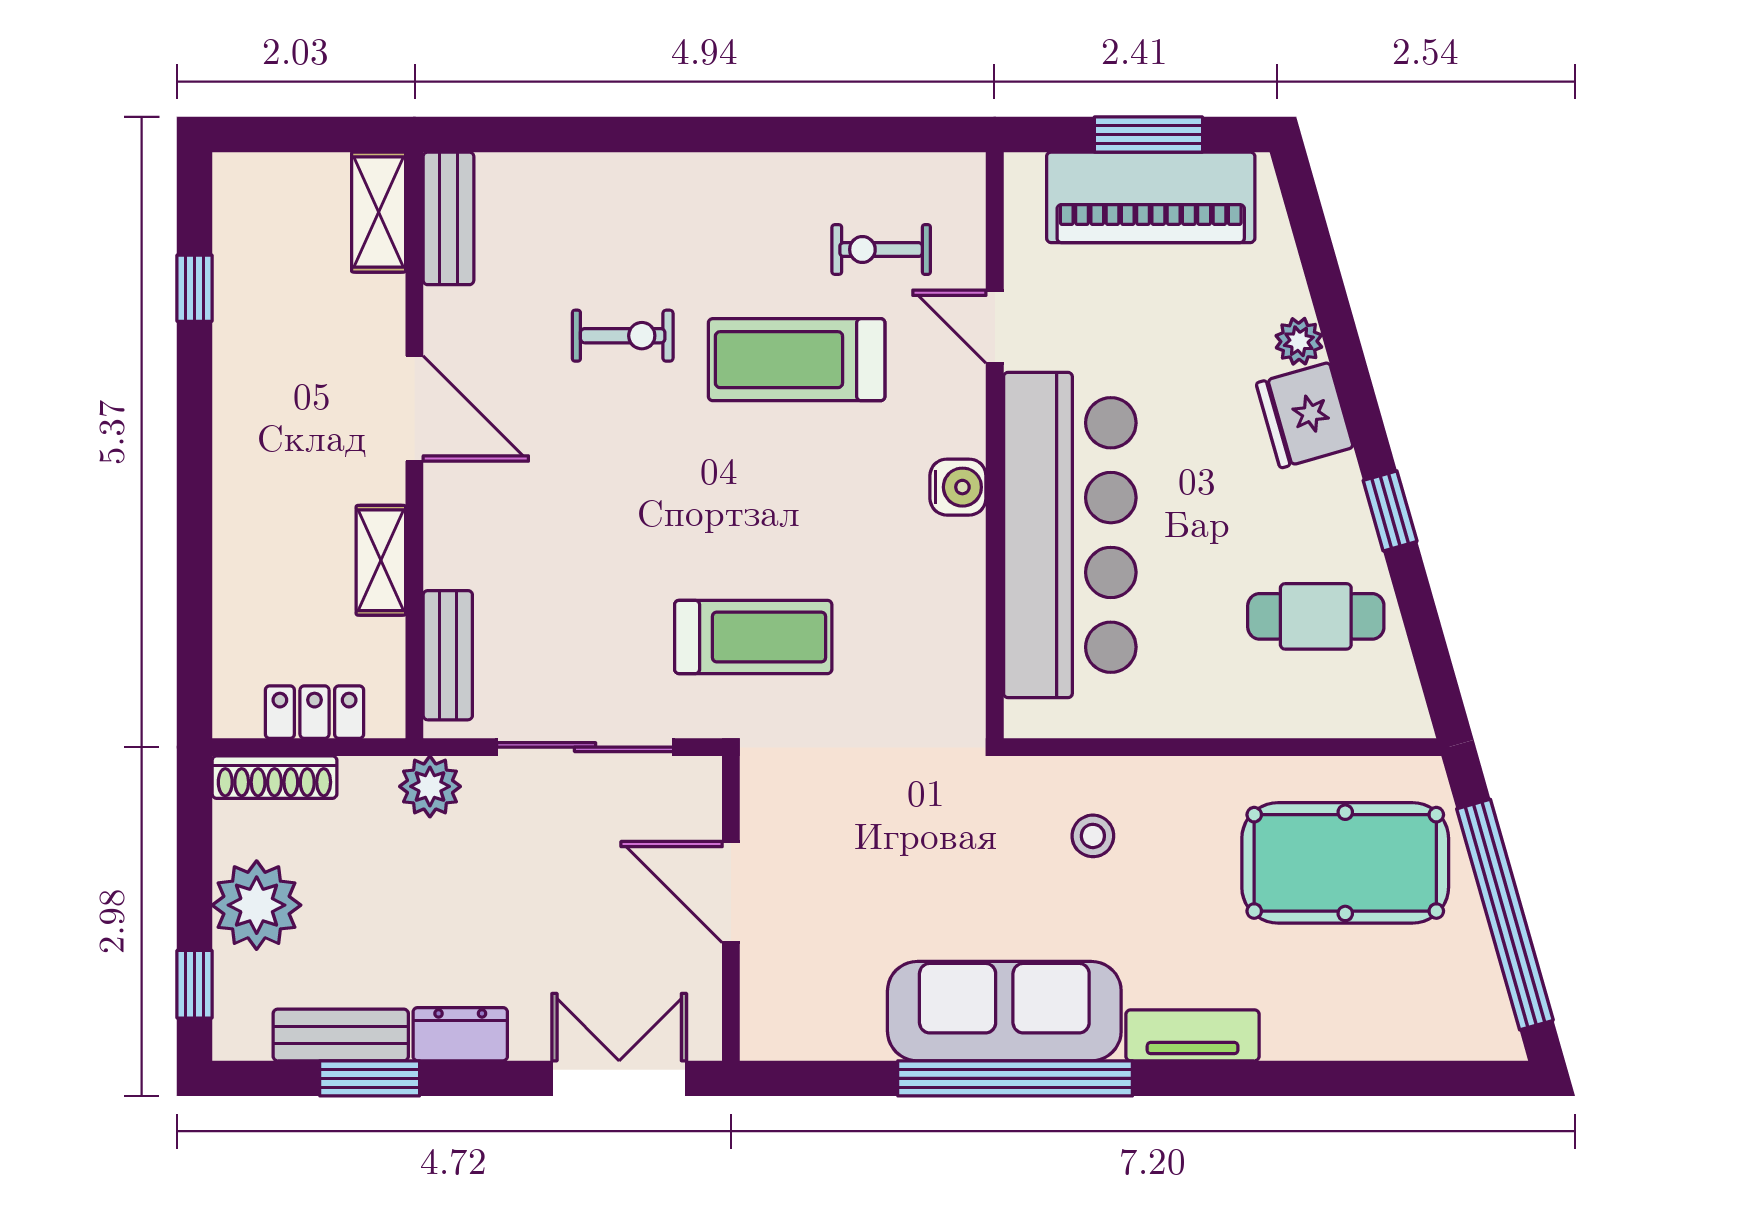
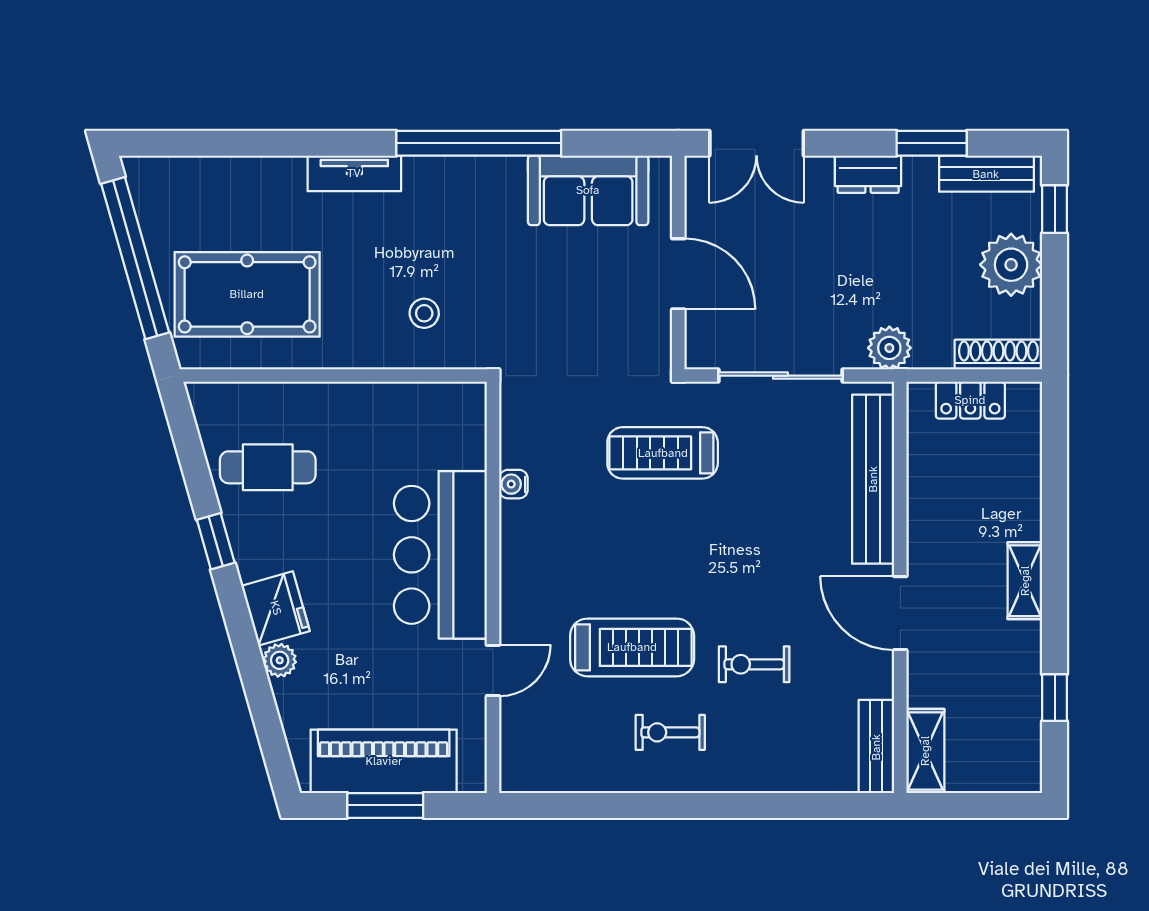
exercise bike: (881, 250) -> (670, 732), moved, turned 180
door: (995, 327) -> (493, 671), hinge flipped
water cooler: (958, 487) -> (513, 484), moved, width x0.72, depth x0.72
bar counter: (1070, 535) -> (440, 555), width x0.73
shelving: (381, 560) -> (1025, 581), moved
bench: (448, 655) -> (873, 479), width x1.86, depth x1.21
sofa: (1004, 1011) -> (588, 190), moved, width x0.73
bench: (341, 1035) -> (986, 174), moved

